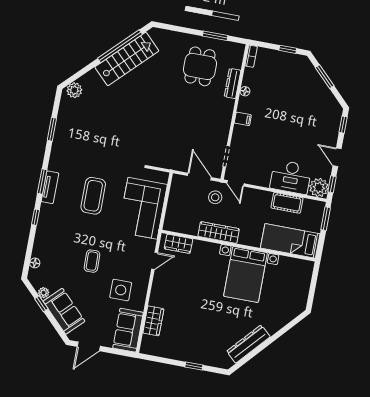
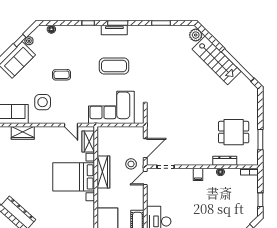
stairs: (127, 59) -> (216, 60), moved
bed with nightstands: (245, 274) -> (74, 177), moved

